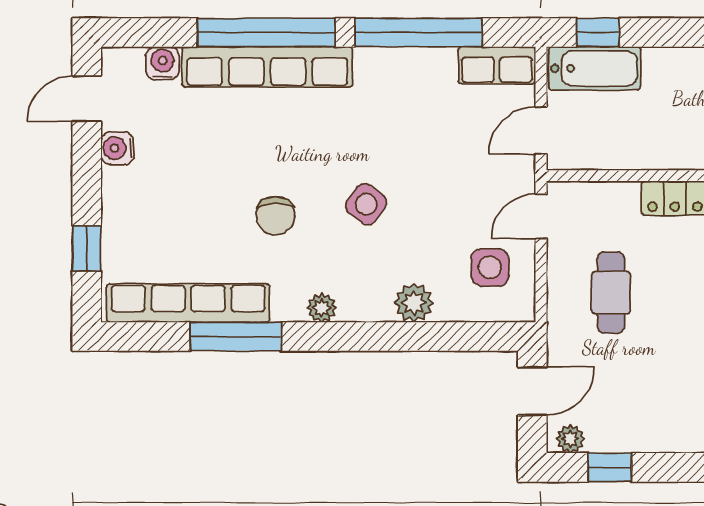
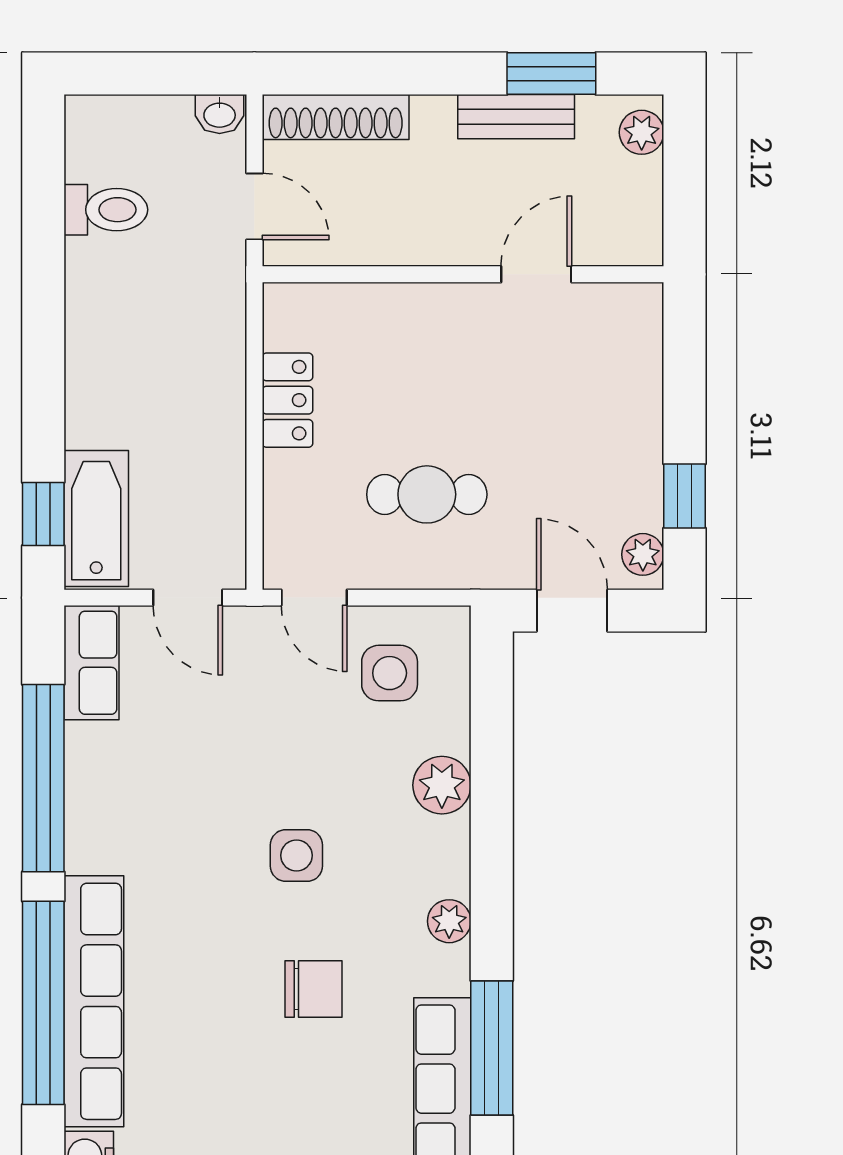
side table: (366, 204) -> (296, 855), turned -36

